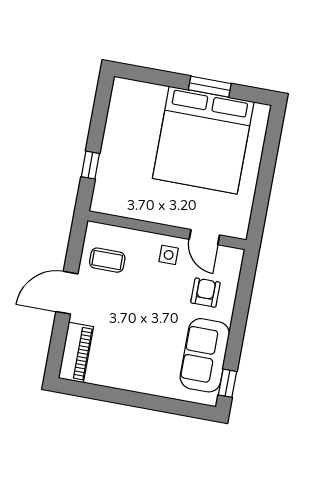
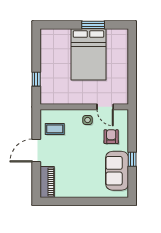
bed: (203, 140) -> (88, 54), width x0.73
window: (227, 383) -> (132, 159), moved

